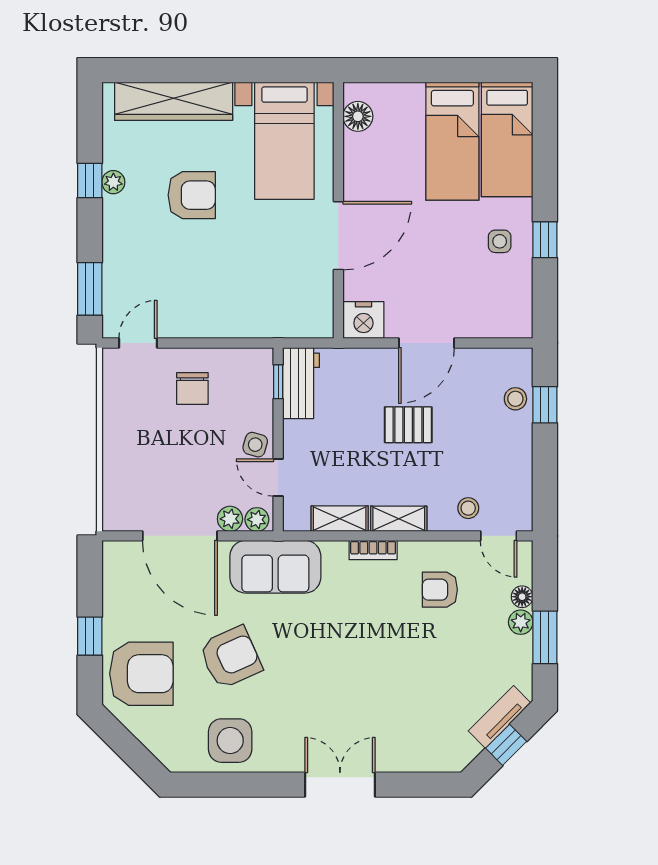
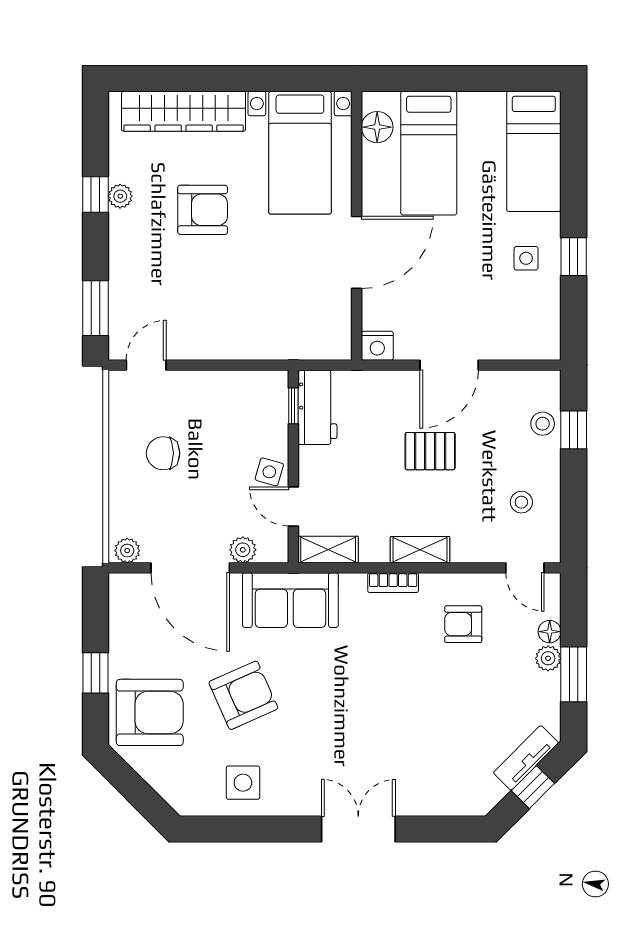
bed: (452, 141) -> (429, 153), moved
nightstand: (363, 320) -> (377, 346), width x0.74, depth x0.75
chair: (192, 389) -> (163, 453), moved, turned 90
stool: (468, 508) -> (521, 502), moved
shelving: (340, 519) -> (328, 550), moved
plant: (257, 520) -> (127, 551), moved
side table: (230, 741) -> (243, 783), width x0.73, depth x0.73

